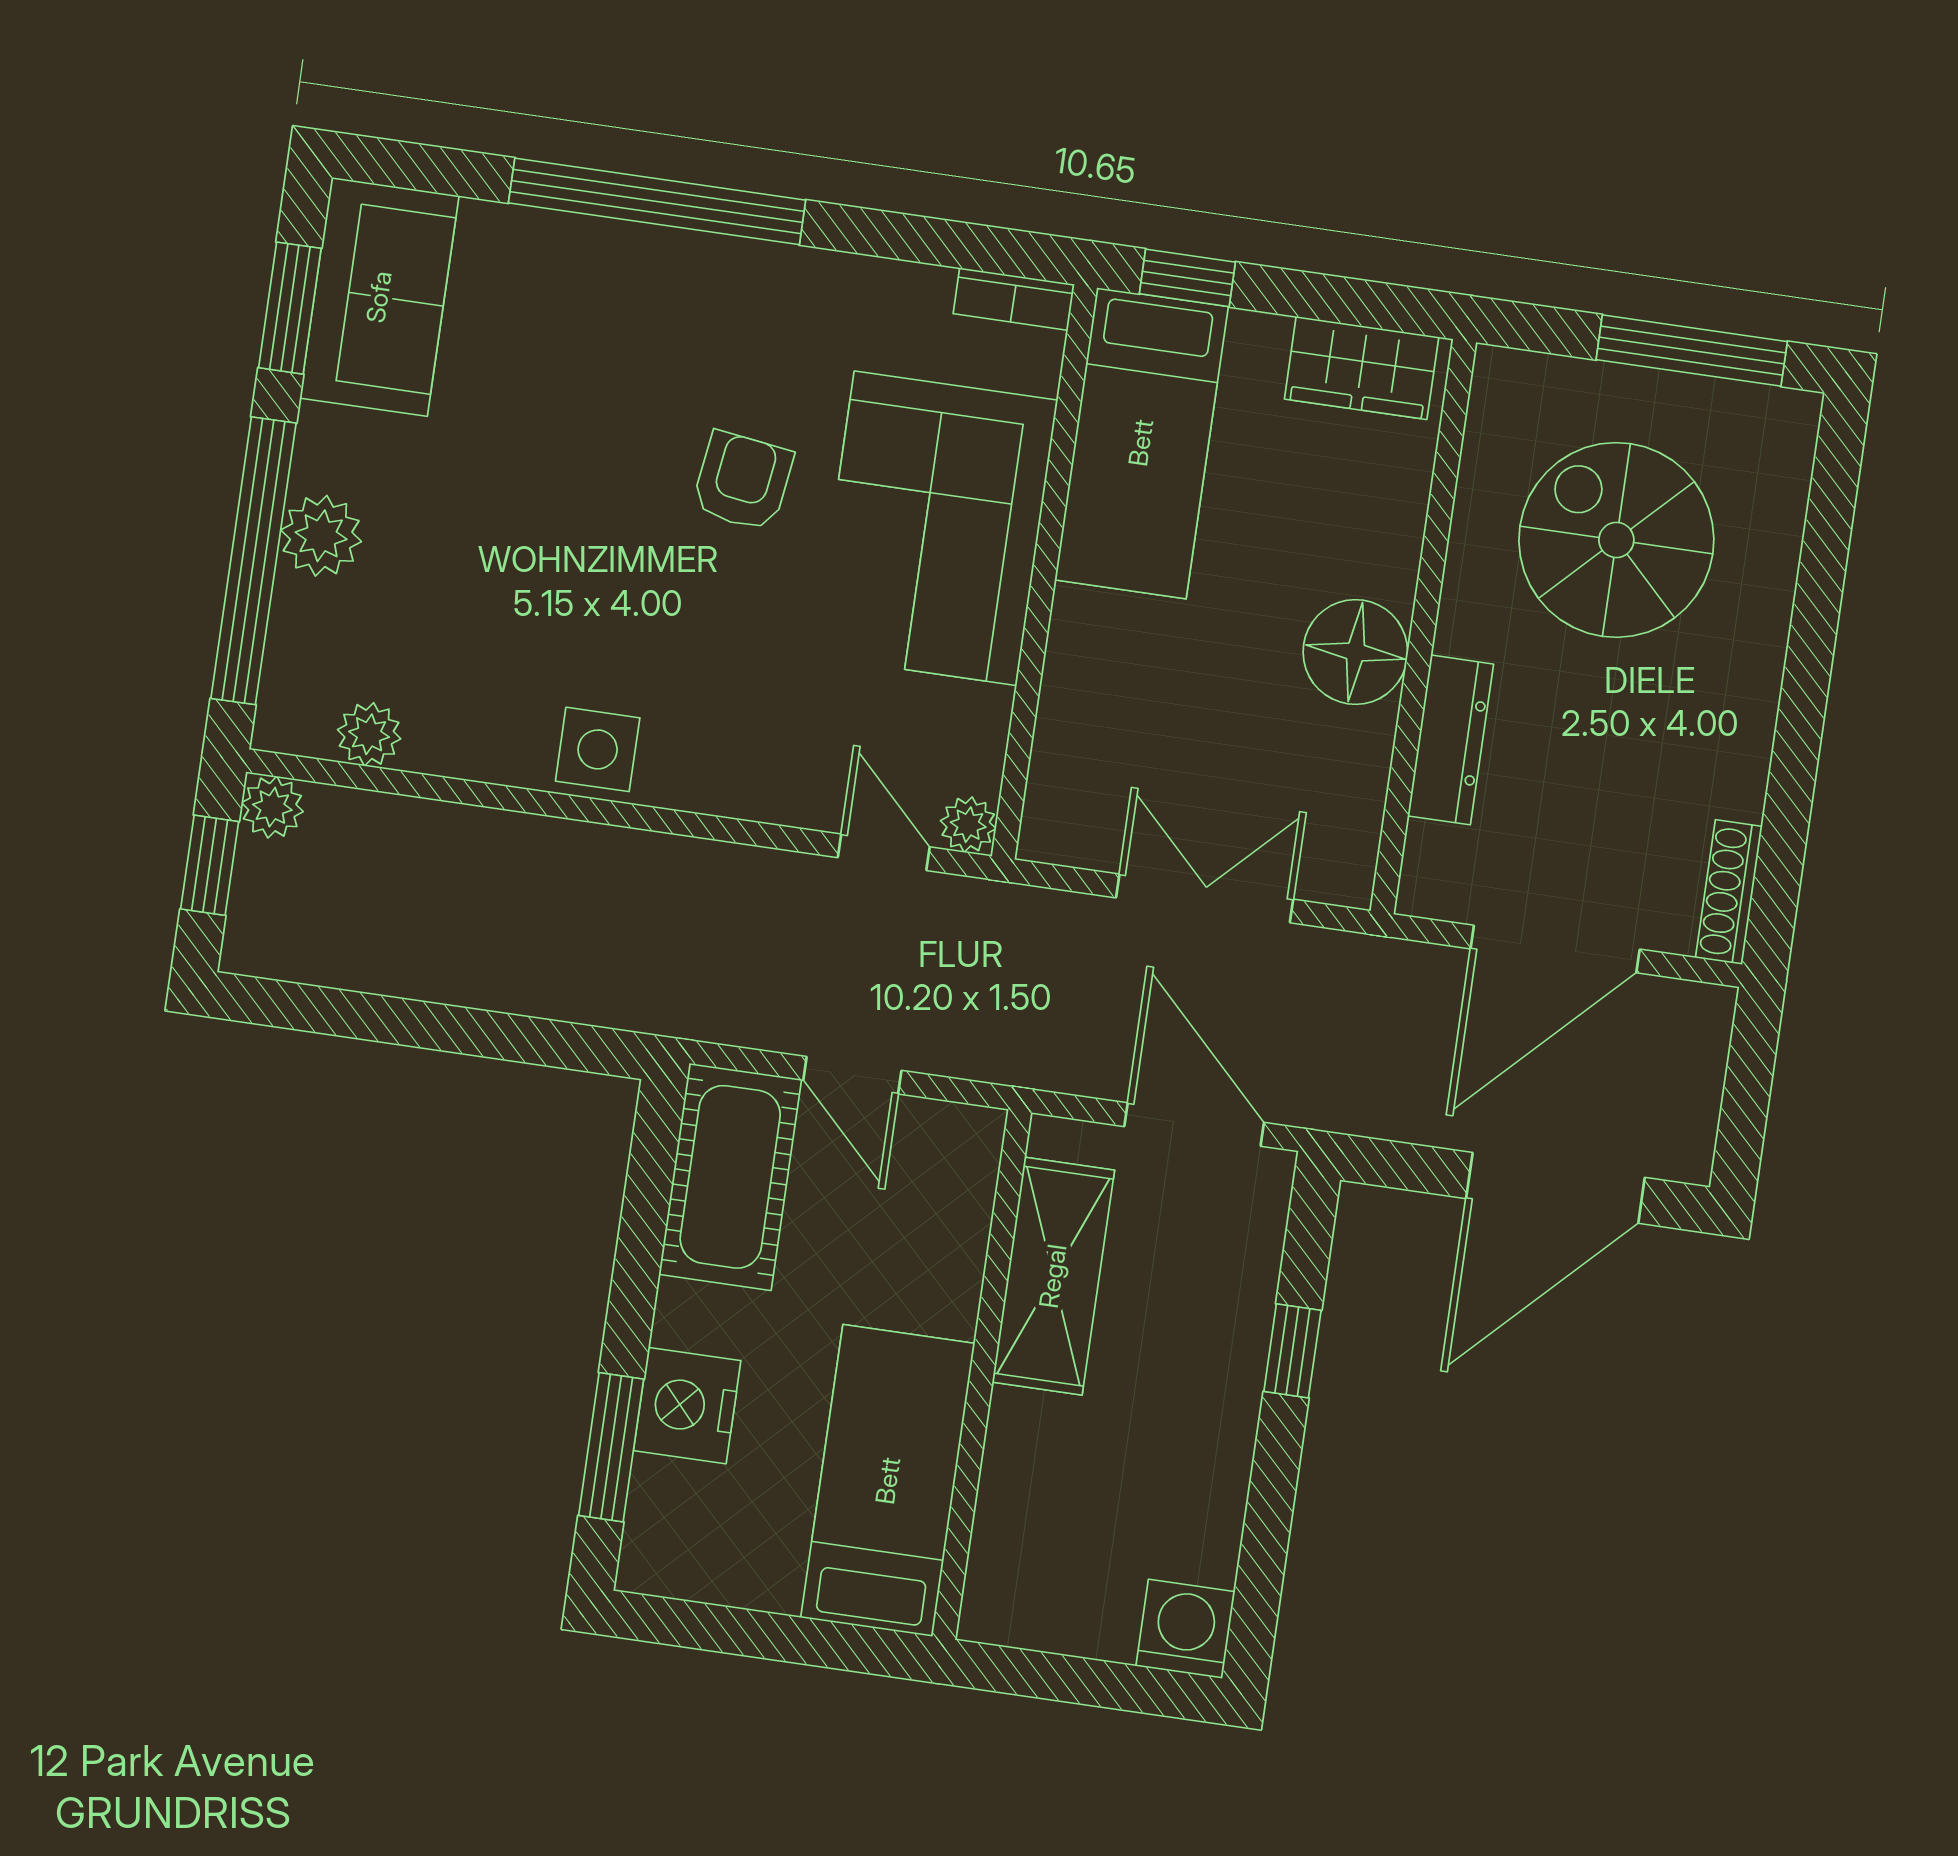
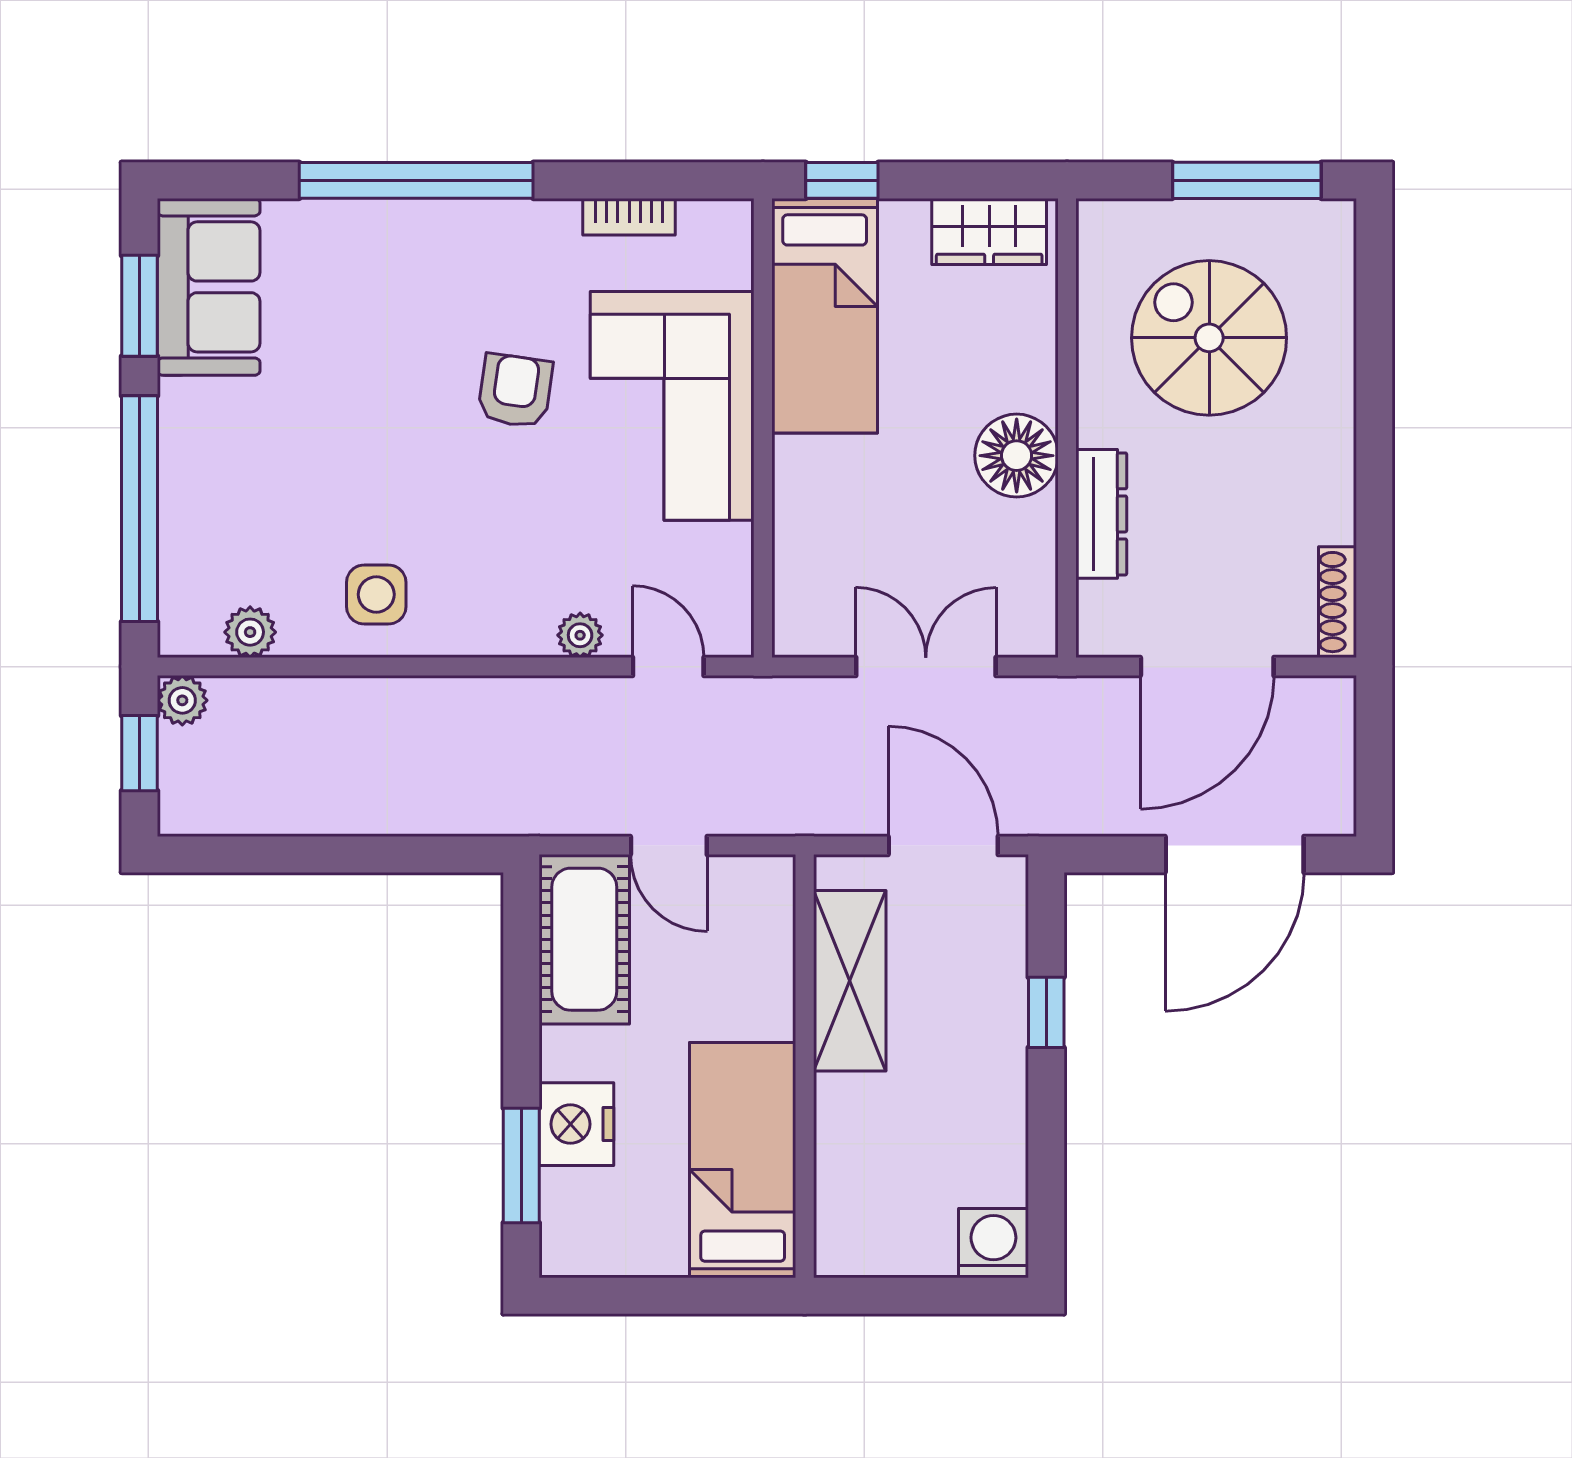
bookcase: (1014, 299) -> (629, 217), moved
plant: (321, 536) -> (190, 481), removed
side table: (598, 749) -> (376, 594), moved
plant: (968, 825) -> (580, 635), moved

